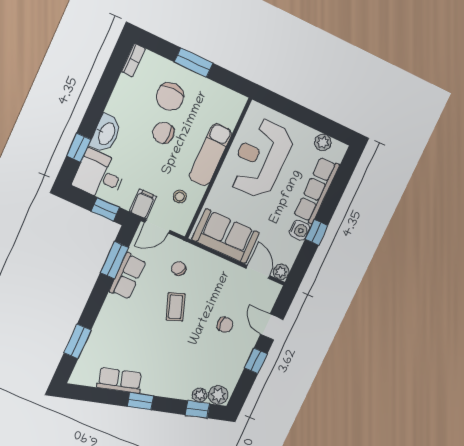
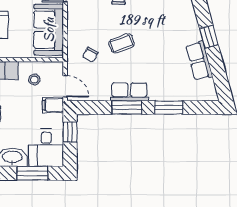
window: (79, 148) -> (32, 173), width x1.50
window: (114, 260) -> (127, 107), moved
row of seats: (127, 276) -> (129, 92), moved
window: (78, 341) -> (169, 107), moved

